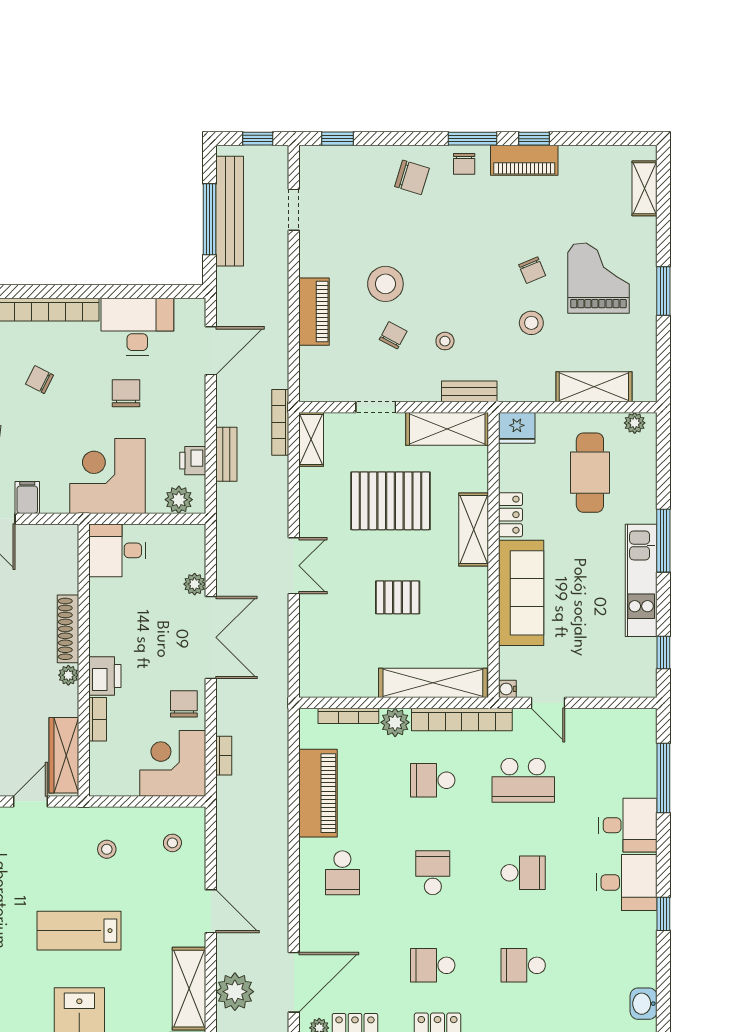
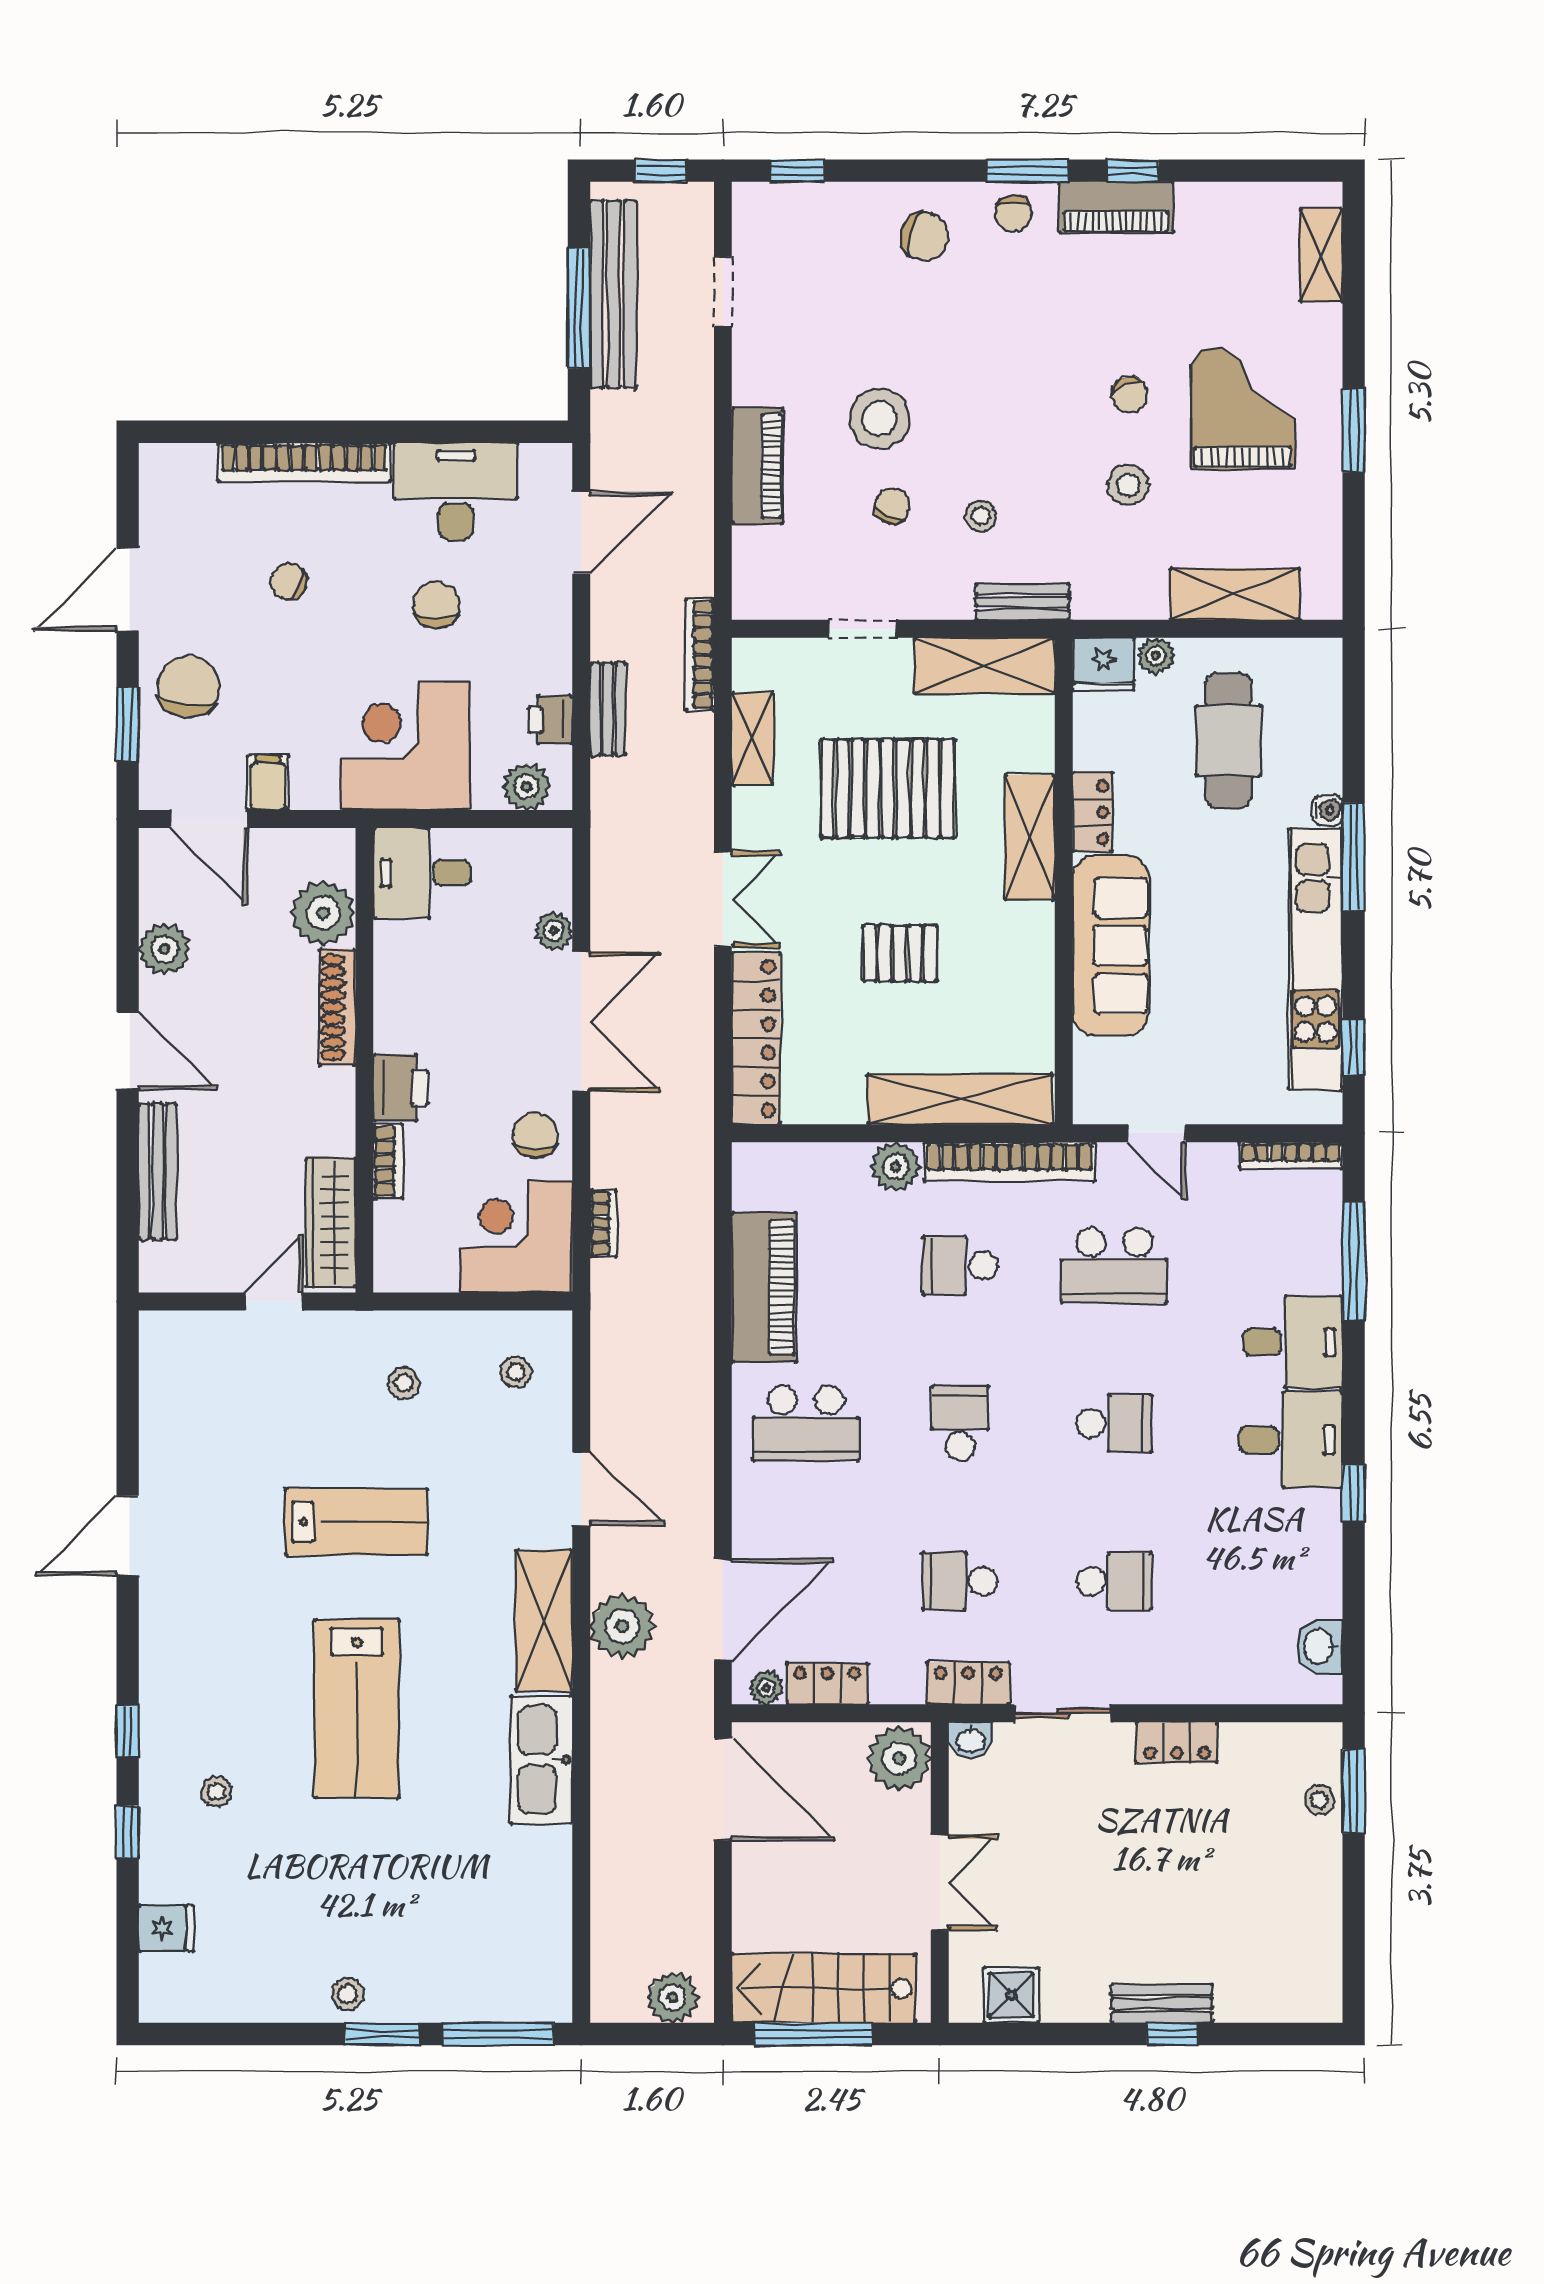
plant: (635, 423) -> (1156, 656), moved
shelving: (311, 439) -> (753, 739), moved
kitchen unit: (641, 580) -> (1315, 959), width x1.36
locker: (313, 647) -> (756, 1038), added
plant: (68, 675) -> (323, 913), moved, width x1.88, depth x1.88
water cooler: (507, 689) -> (1328, 810), moved, turned 180
bookcase: (348, 716) -> (1291, 1155), moved
school desk: (342, 873) -> (806, 1423), width x1.85
lab bench: (79, 931) -> (356, 1522), turned 180
school desk: (523, 965) -> (1114, 1581), turned 180

